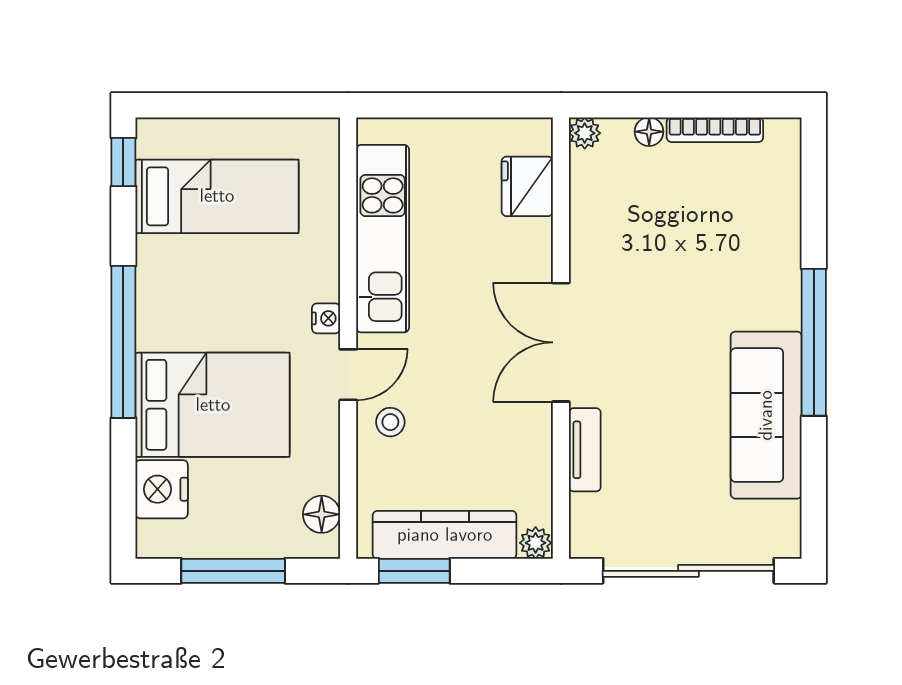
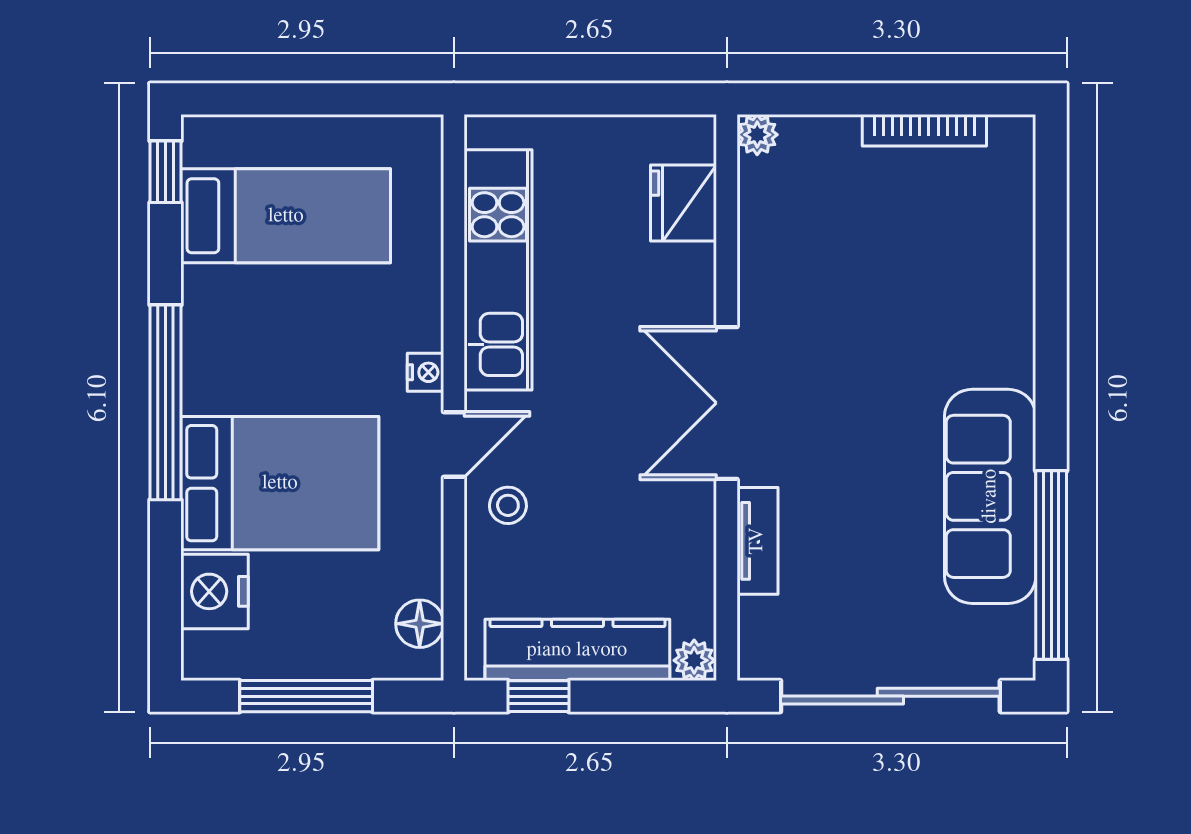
floor lamp: (649, 132) -> (840, 133), removed
window: (814, 342) -> (1051, 565), moved
window: (414, 571) -> (539, 696), width x0.67

